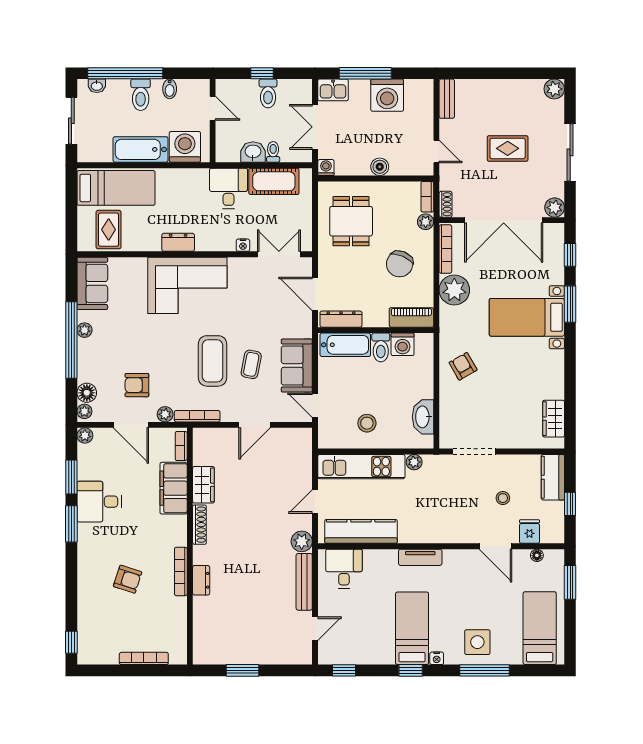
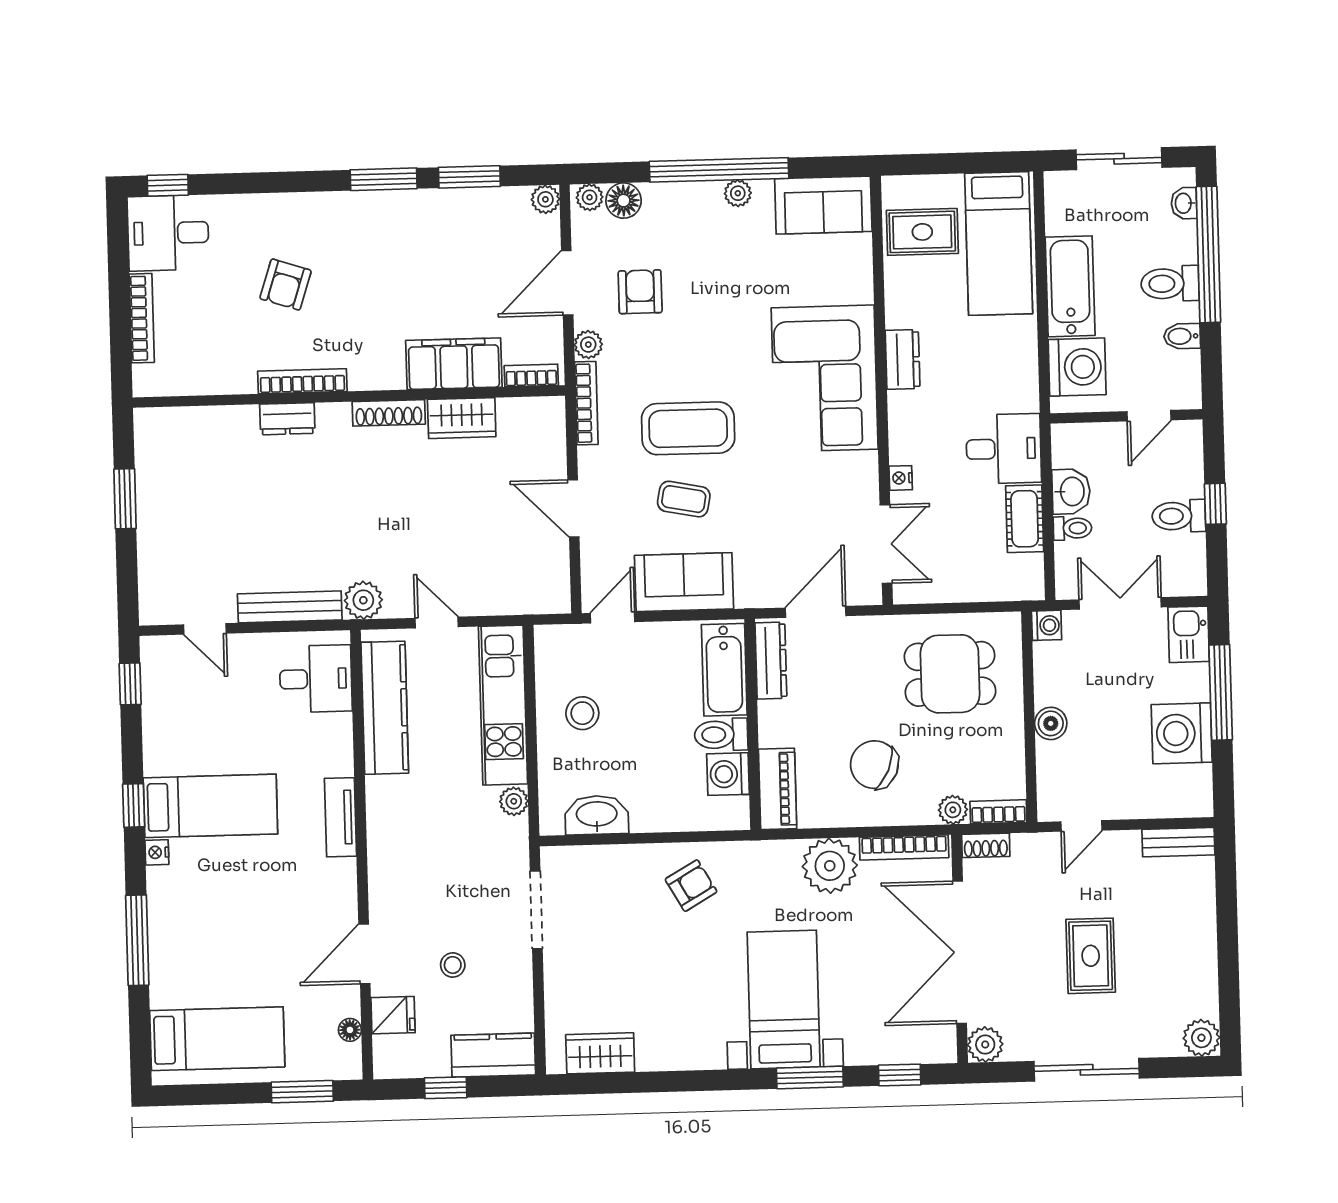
cot: (274, 181) -> (1025, 519), width x0.73, depth x0.75
desk: (99, 502) -> (168, 233), moved, turned -90
side table: (477, 642) -> (189, 926), removed

